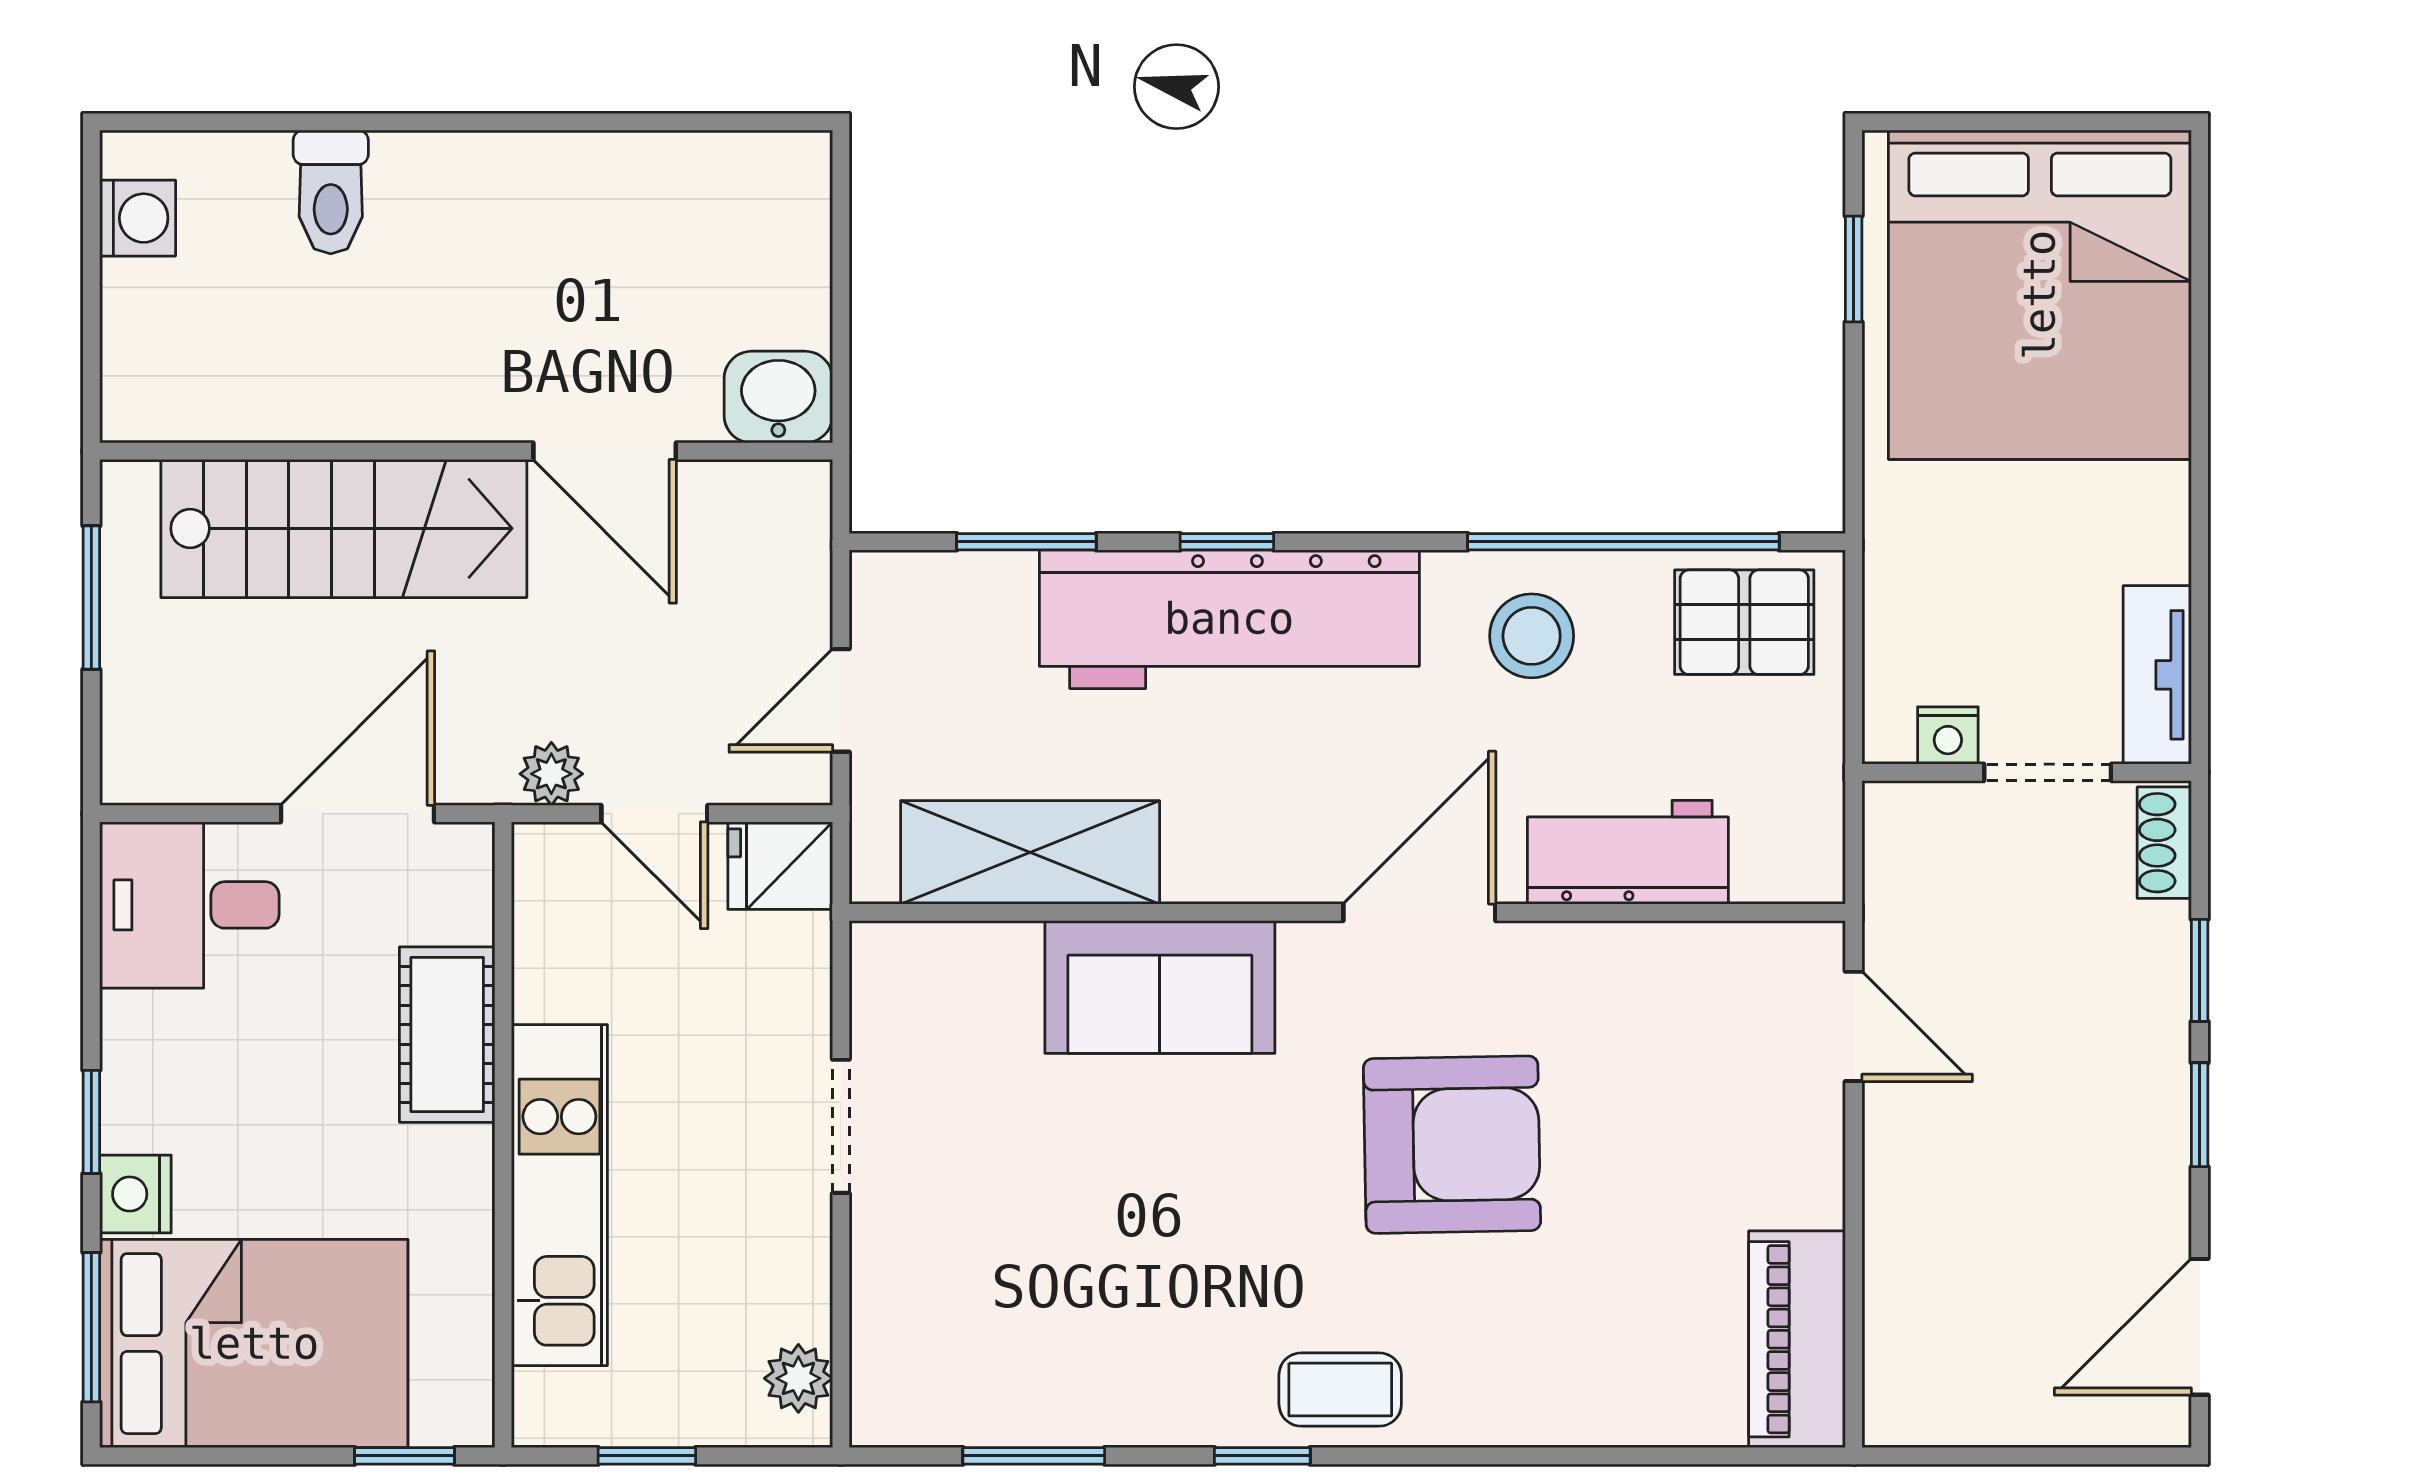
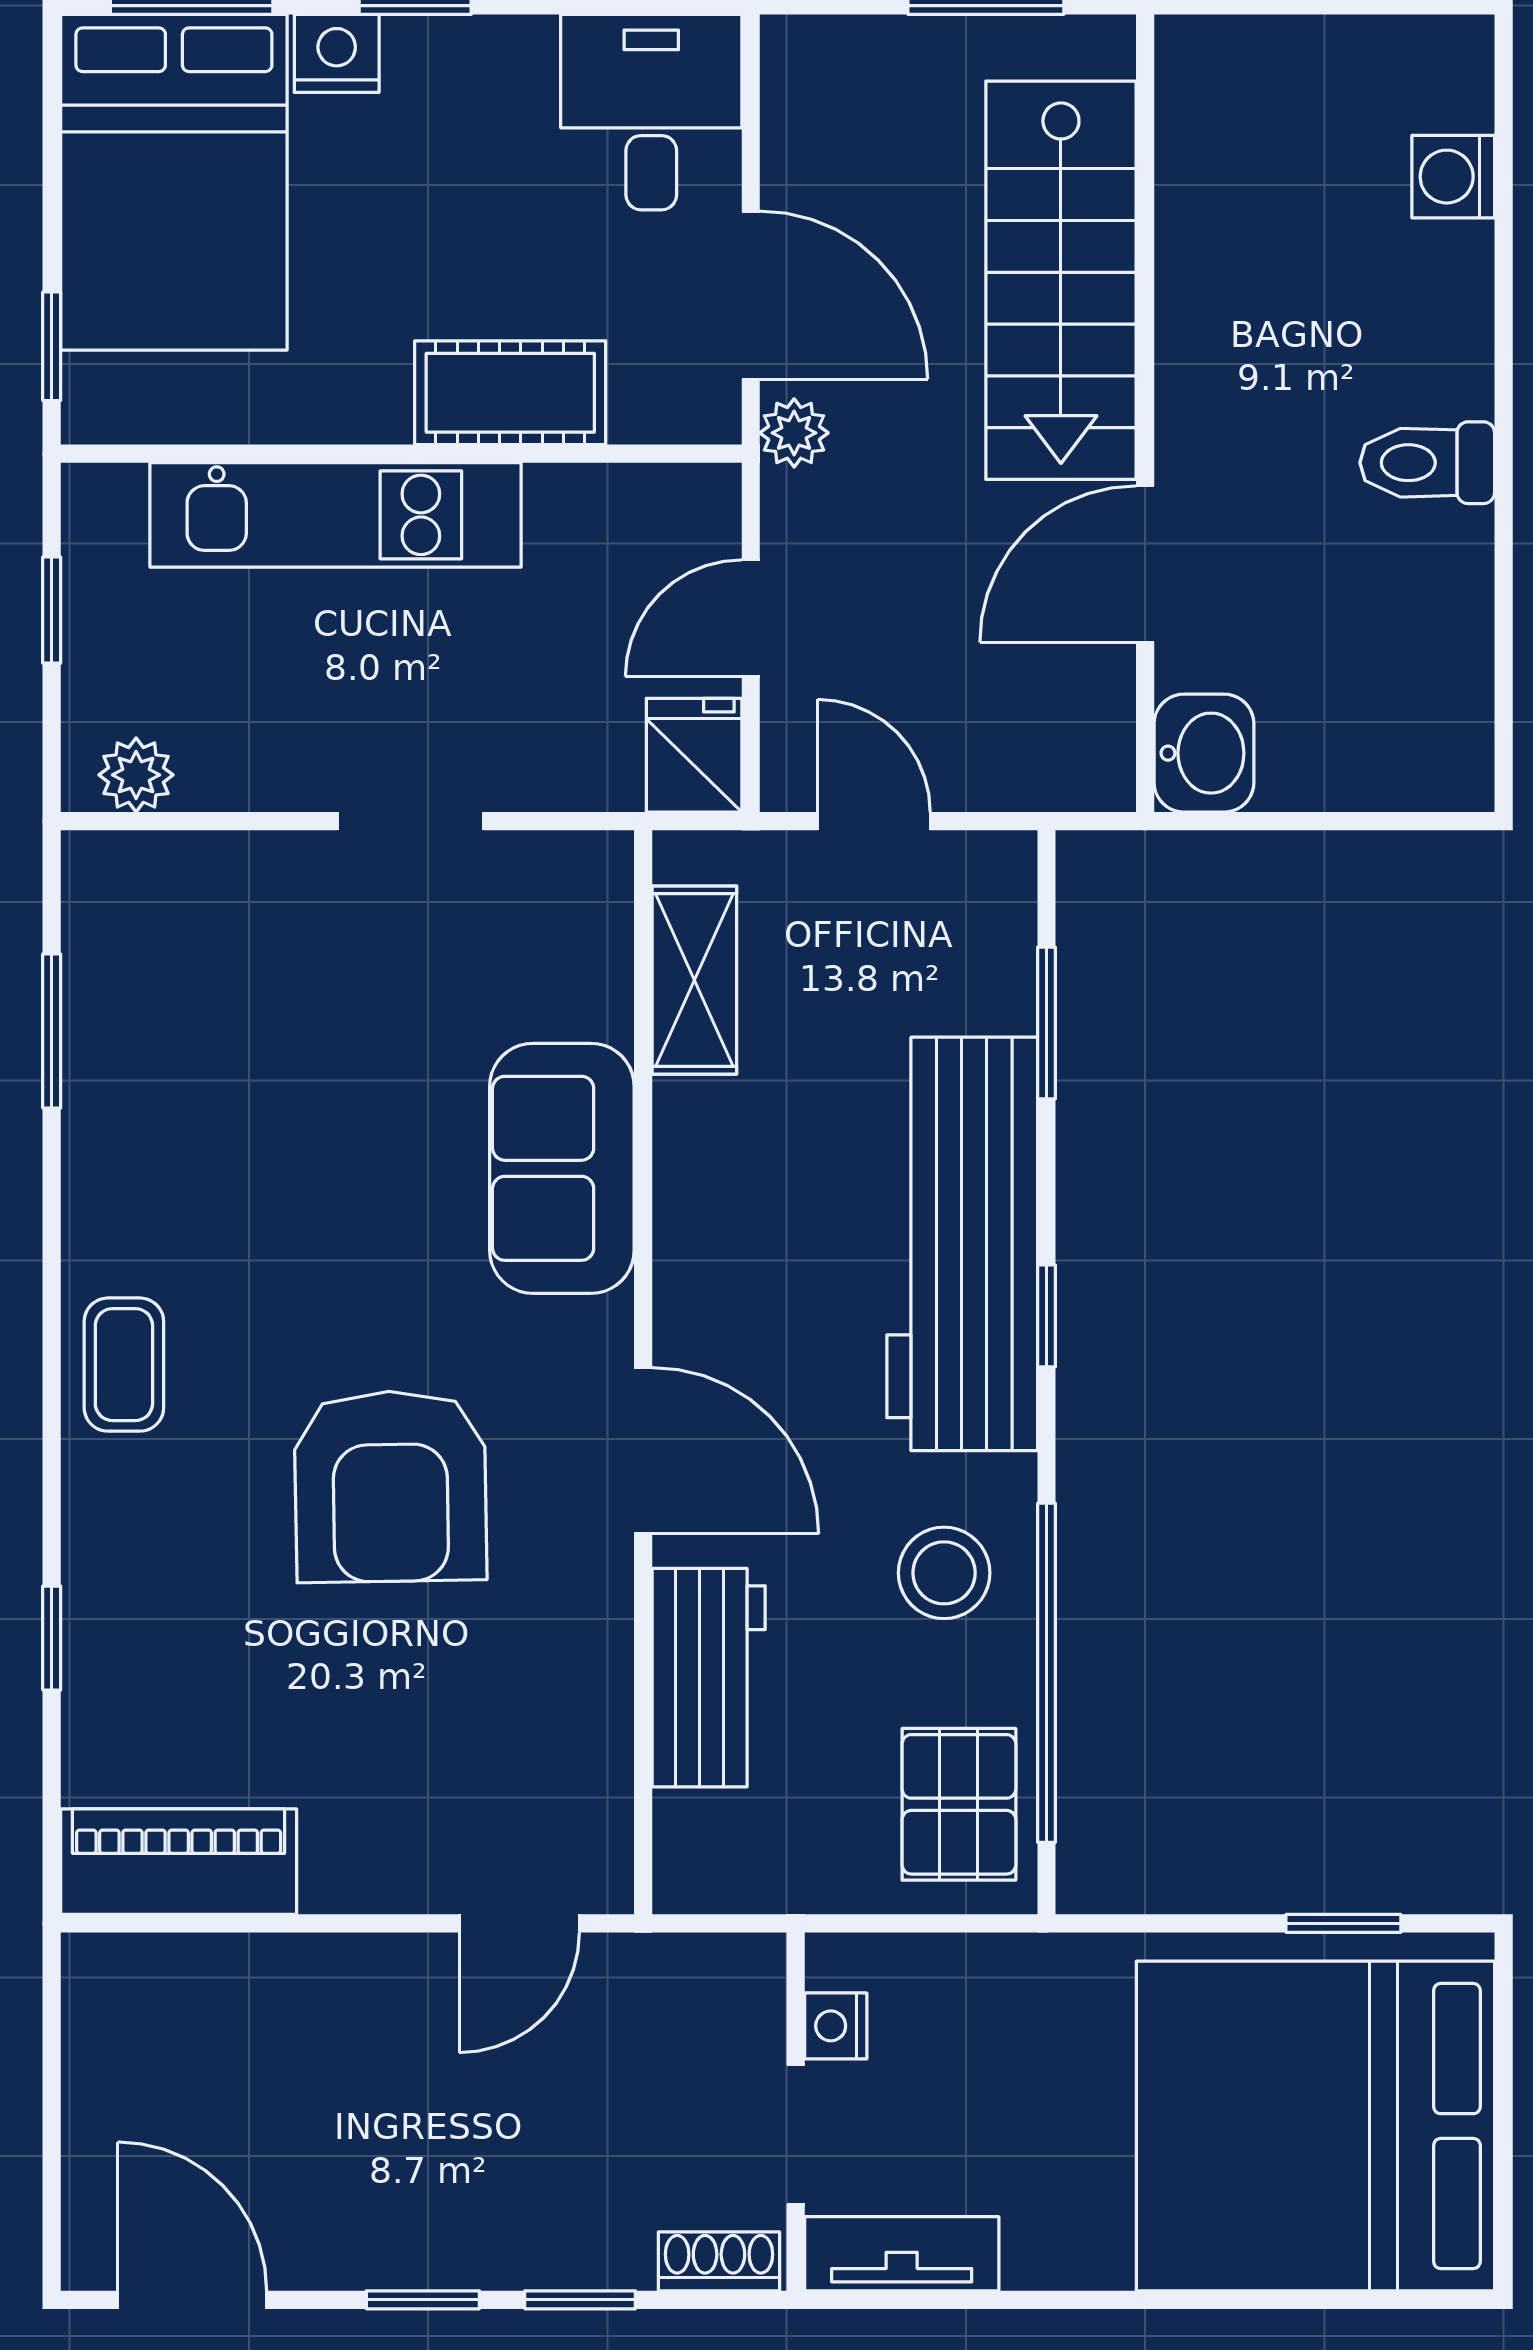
toilet: (331, 192) -> (1427, 463), moved
washing machine: (138, 218) -> (1453, 177), moved, turned 90
window: (1227, 542) -> (1046, 1316), moved
plant: (551, 774) -> (794, 433), moved
shelving: (1030, 852) -> (694, 980), width x0.67, depth x0.75
window: (1262, 1456) -> (52, 1638), moved

